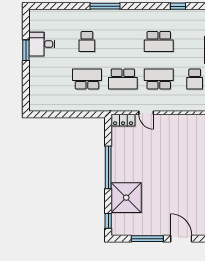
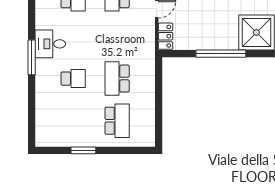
desk: (42, 44) -> (50, 44), moved, turned 90
school desk: (123, 79) -> (117, 121), moved

